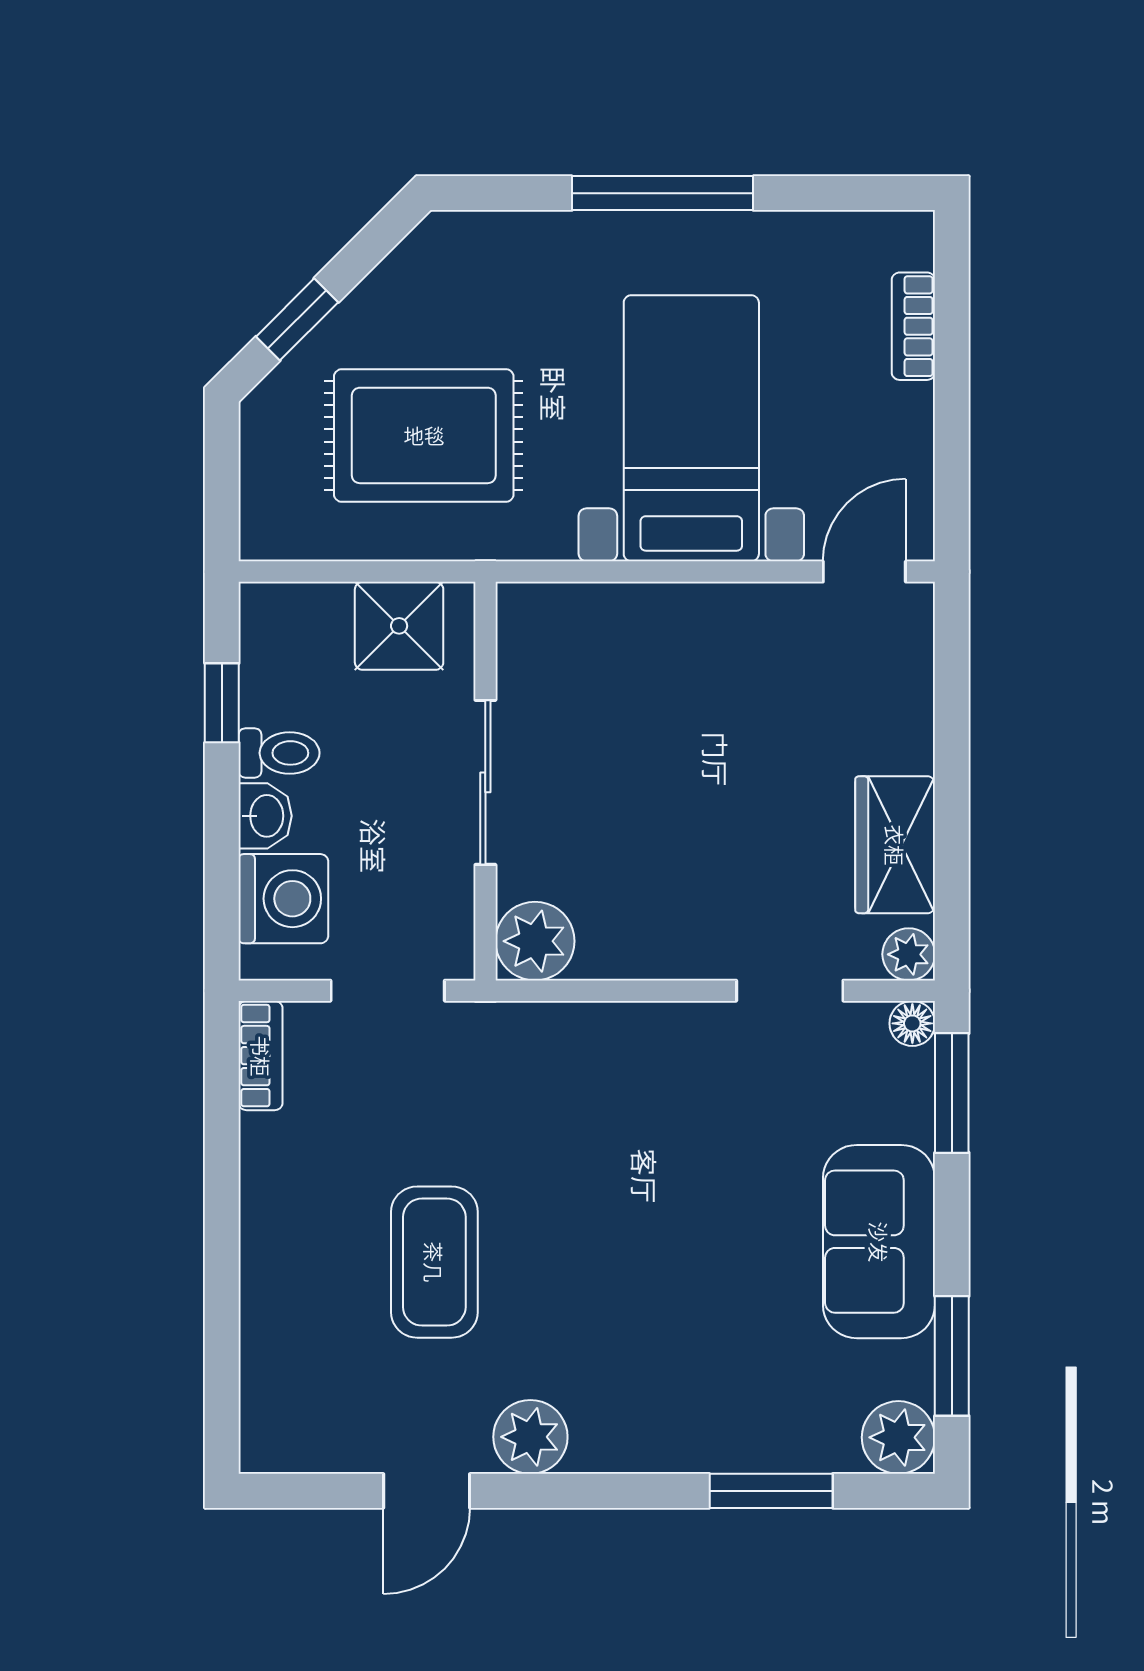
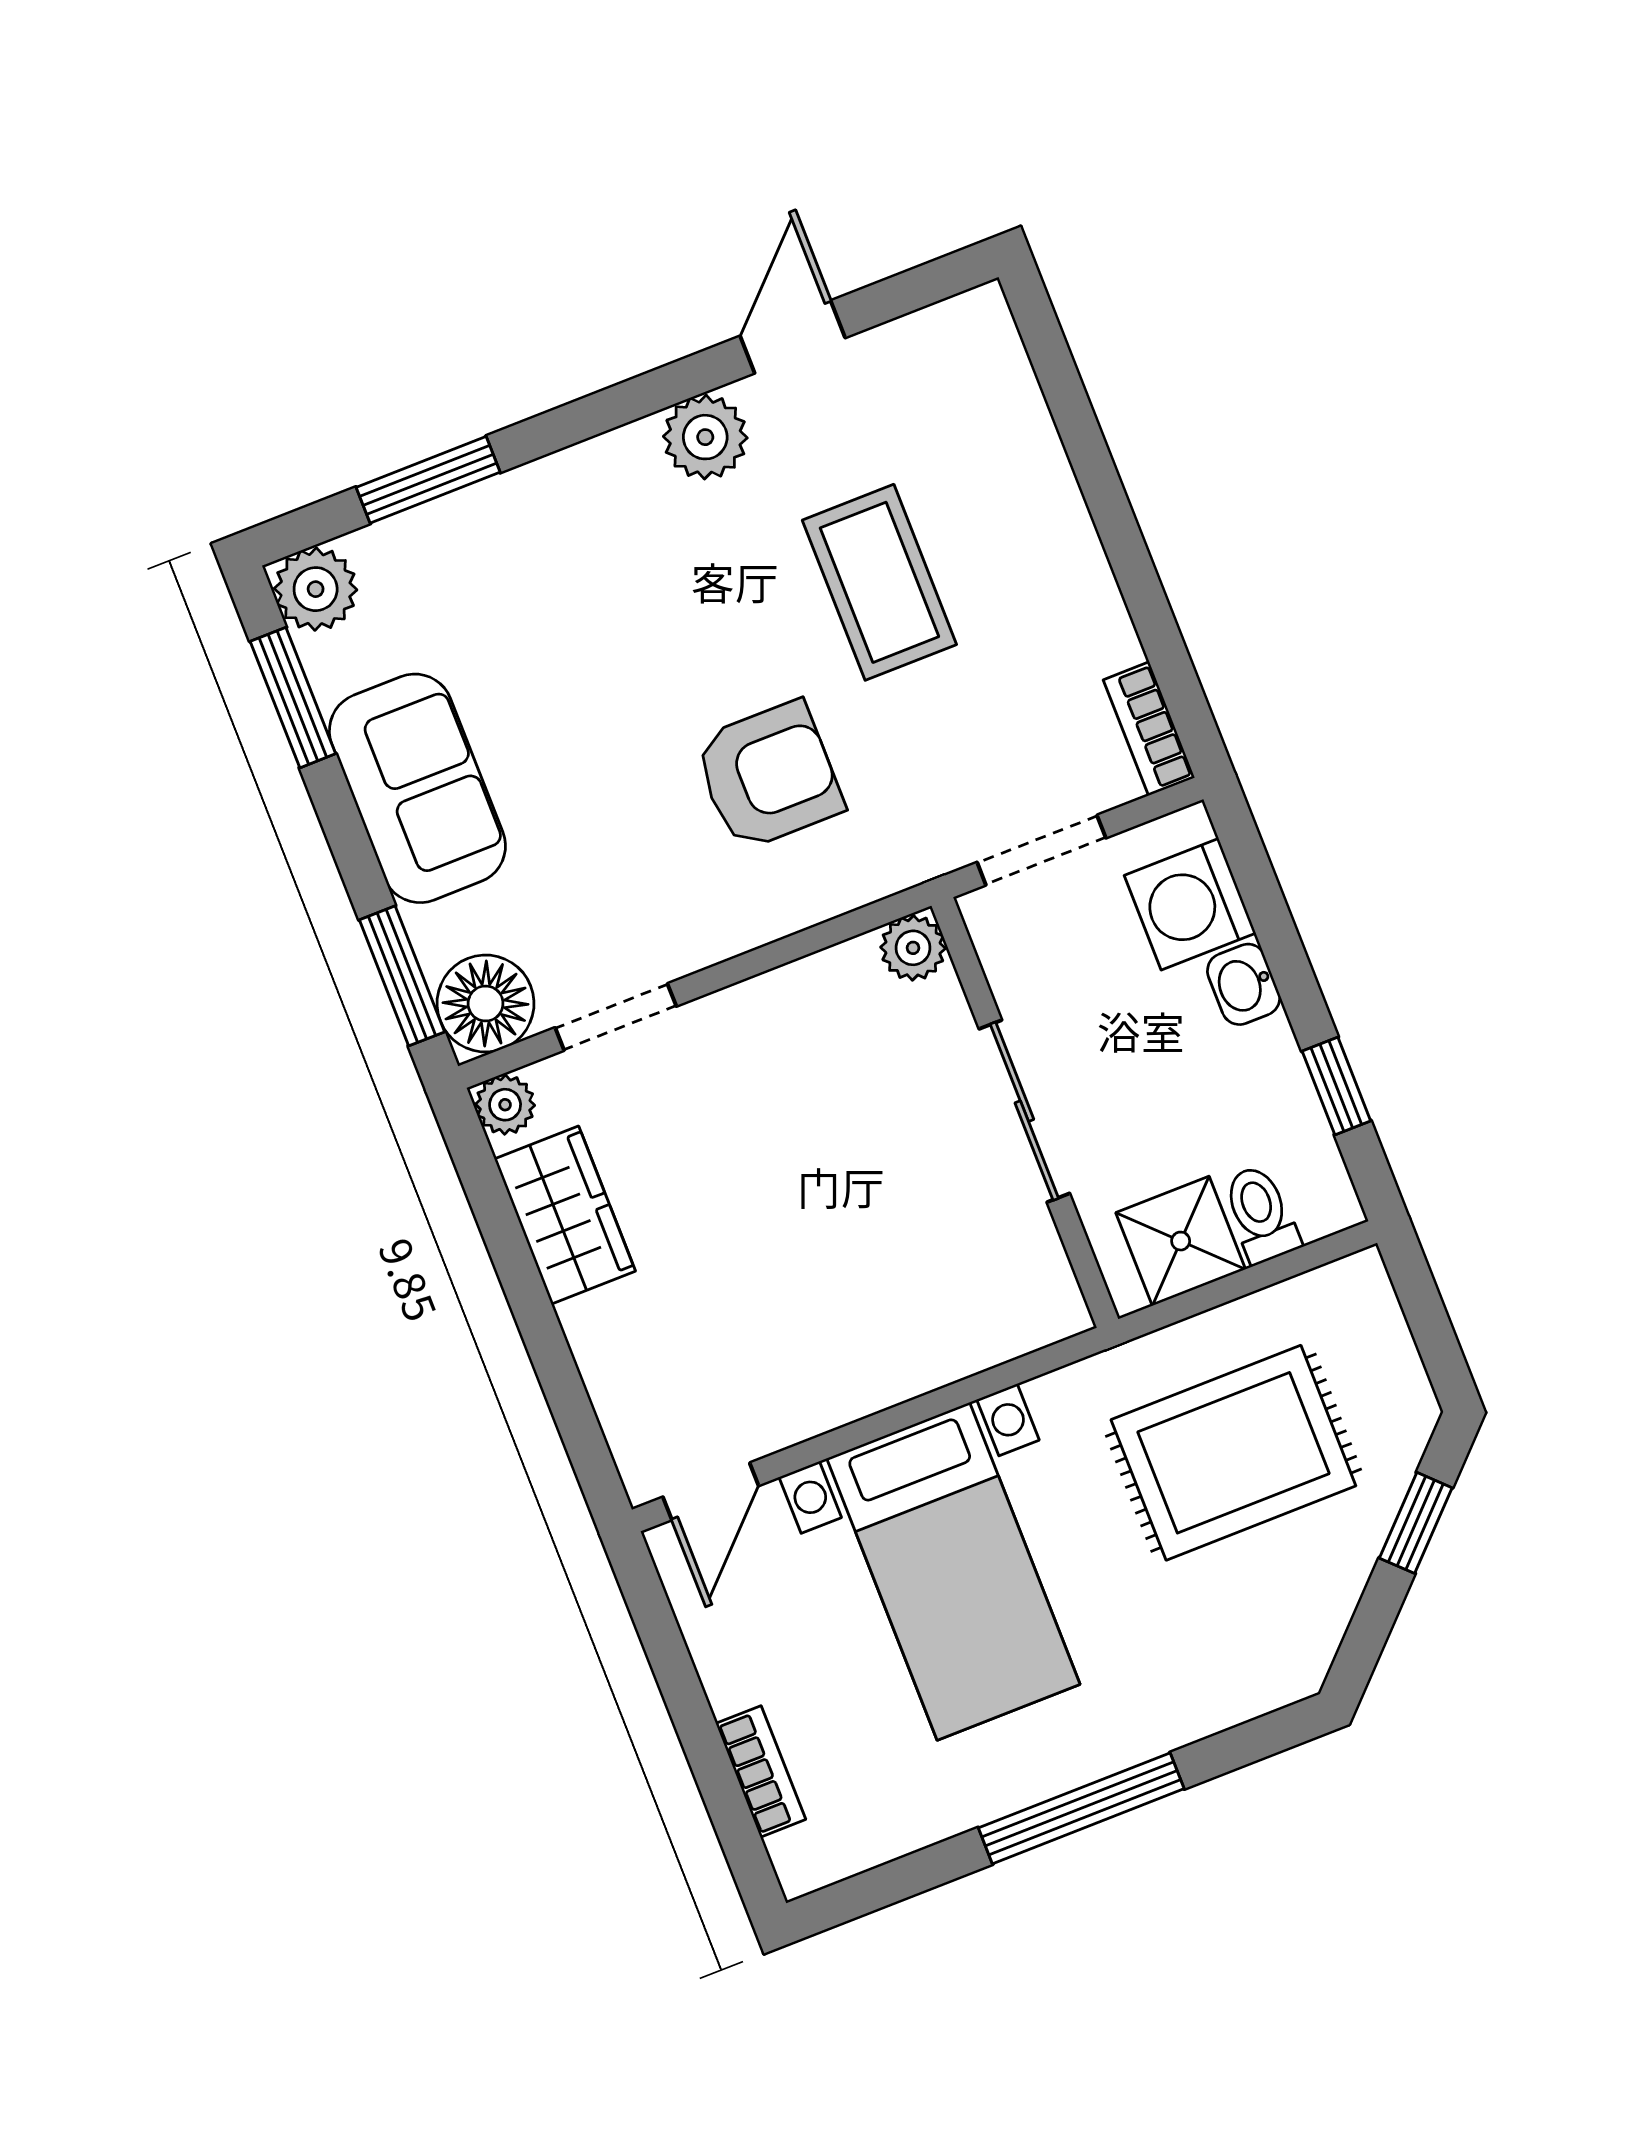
toilet: (279, 753) -> (1261, 1214), moved, turned 90
plant: (535, 941) -> (913, 948), width x0.73, depth x0.73
floor lamp: (912, 1023) -> (486, 1004), width x1.89, depth x1.89
armchair: (587, 1139) -> (769, 776), added

